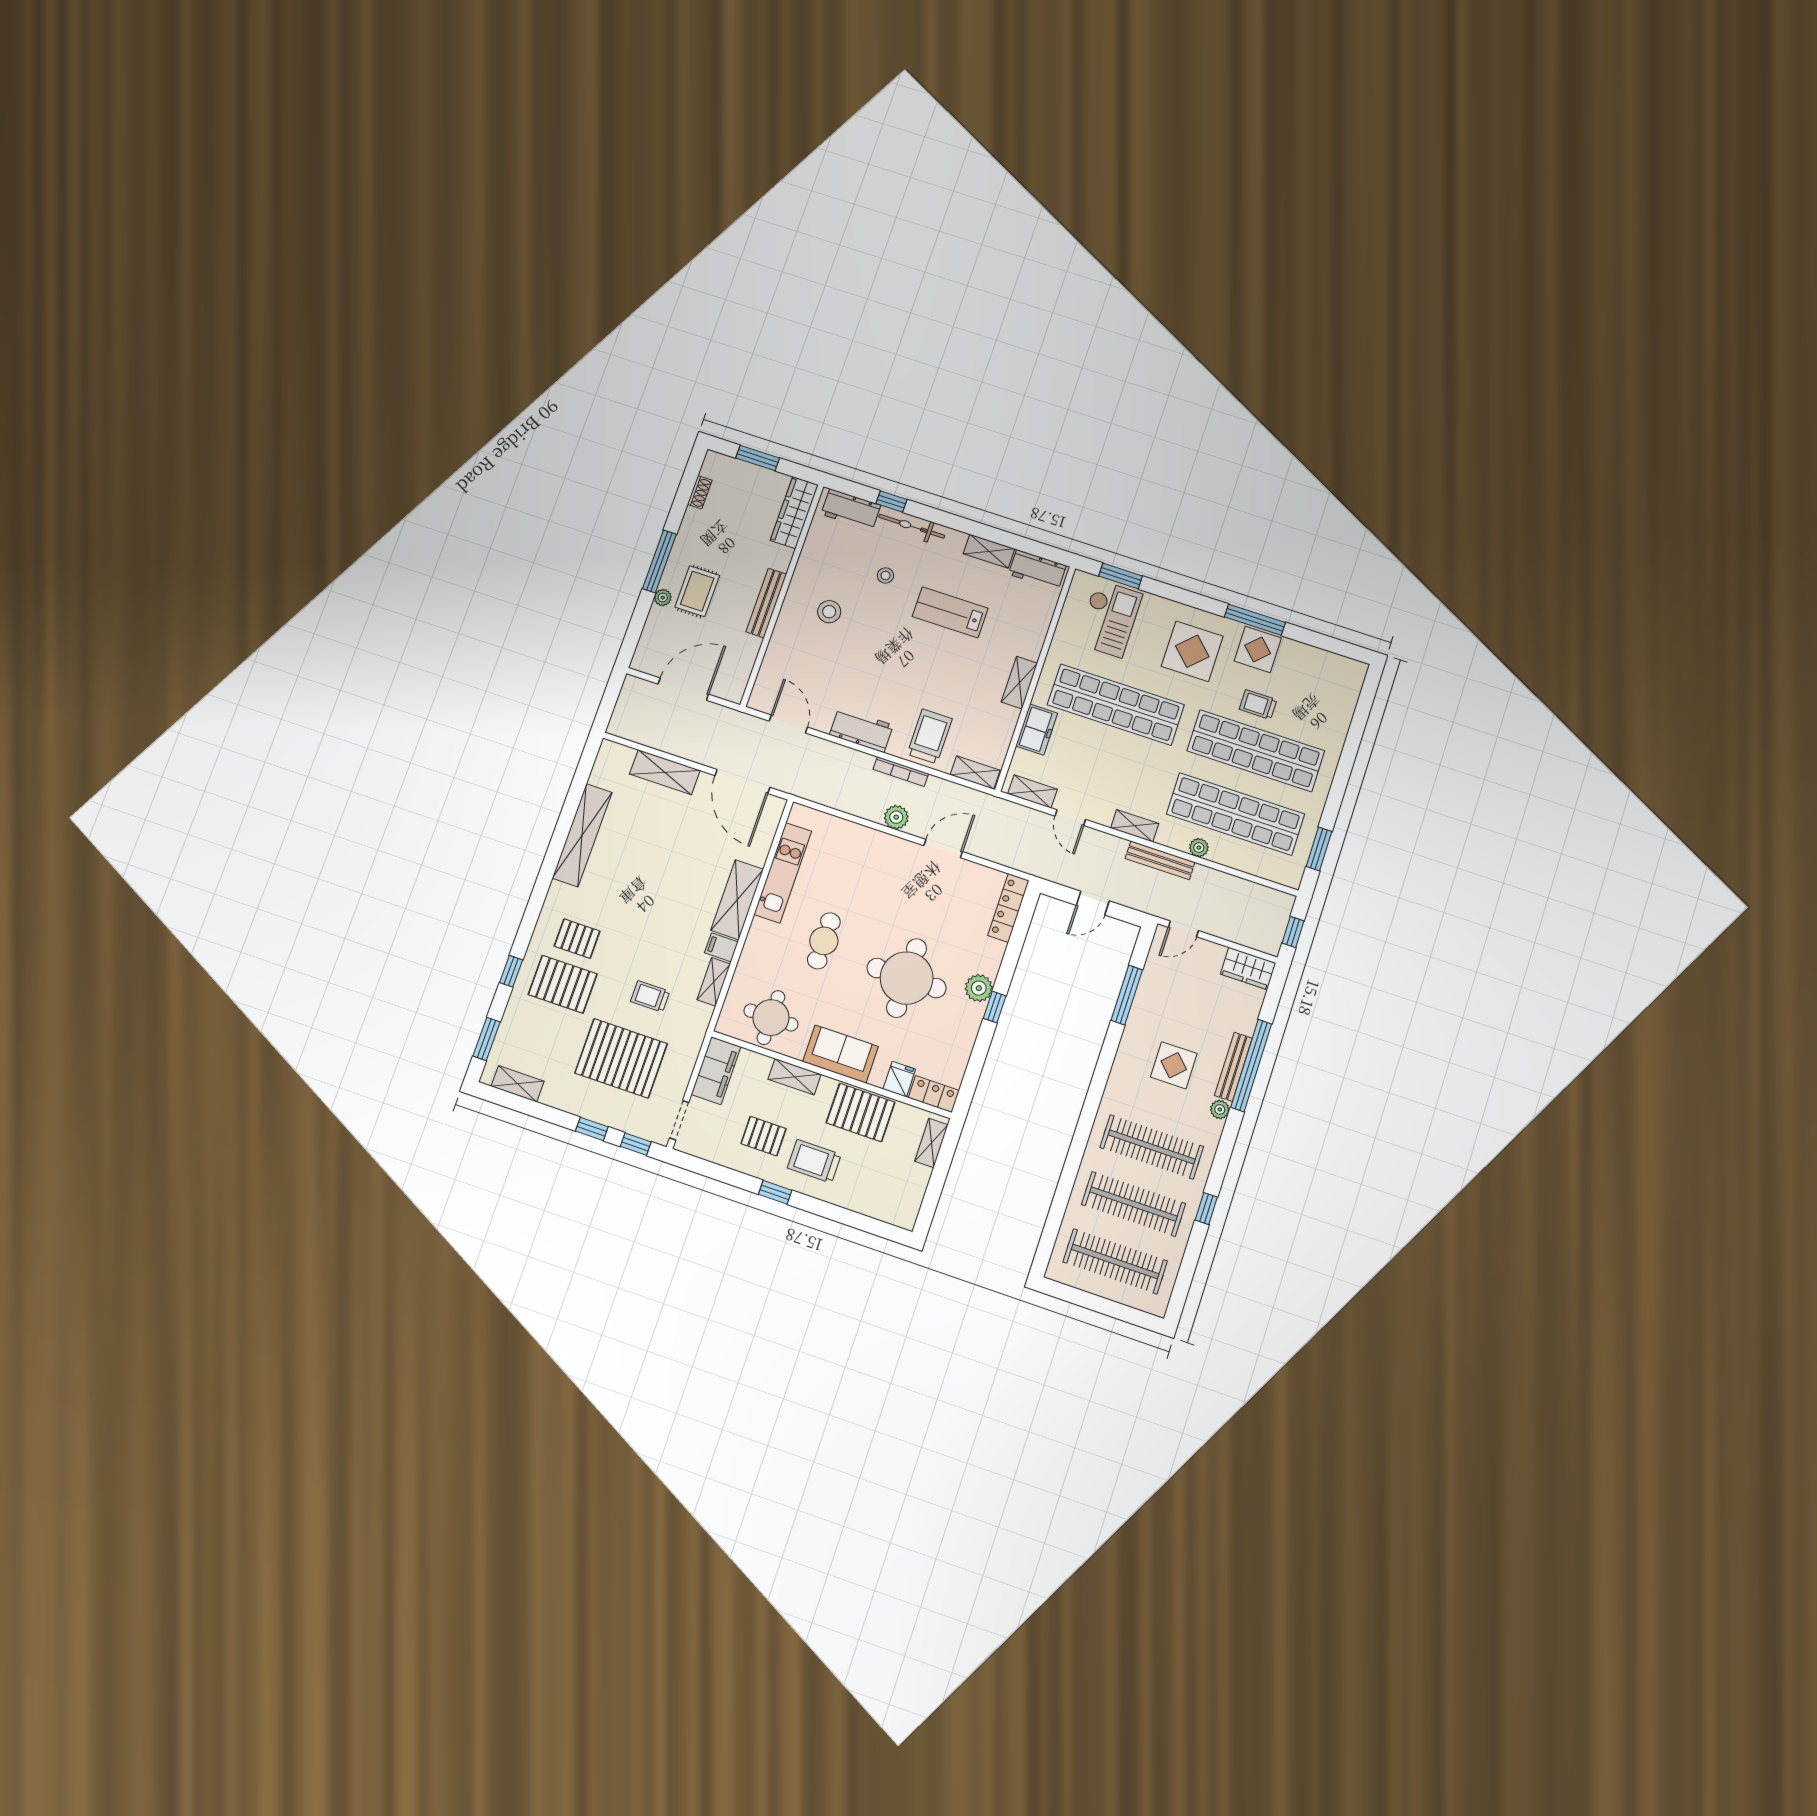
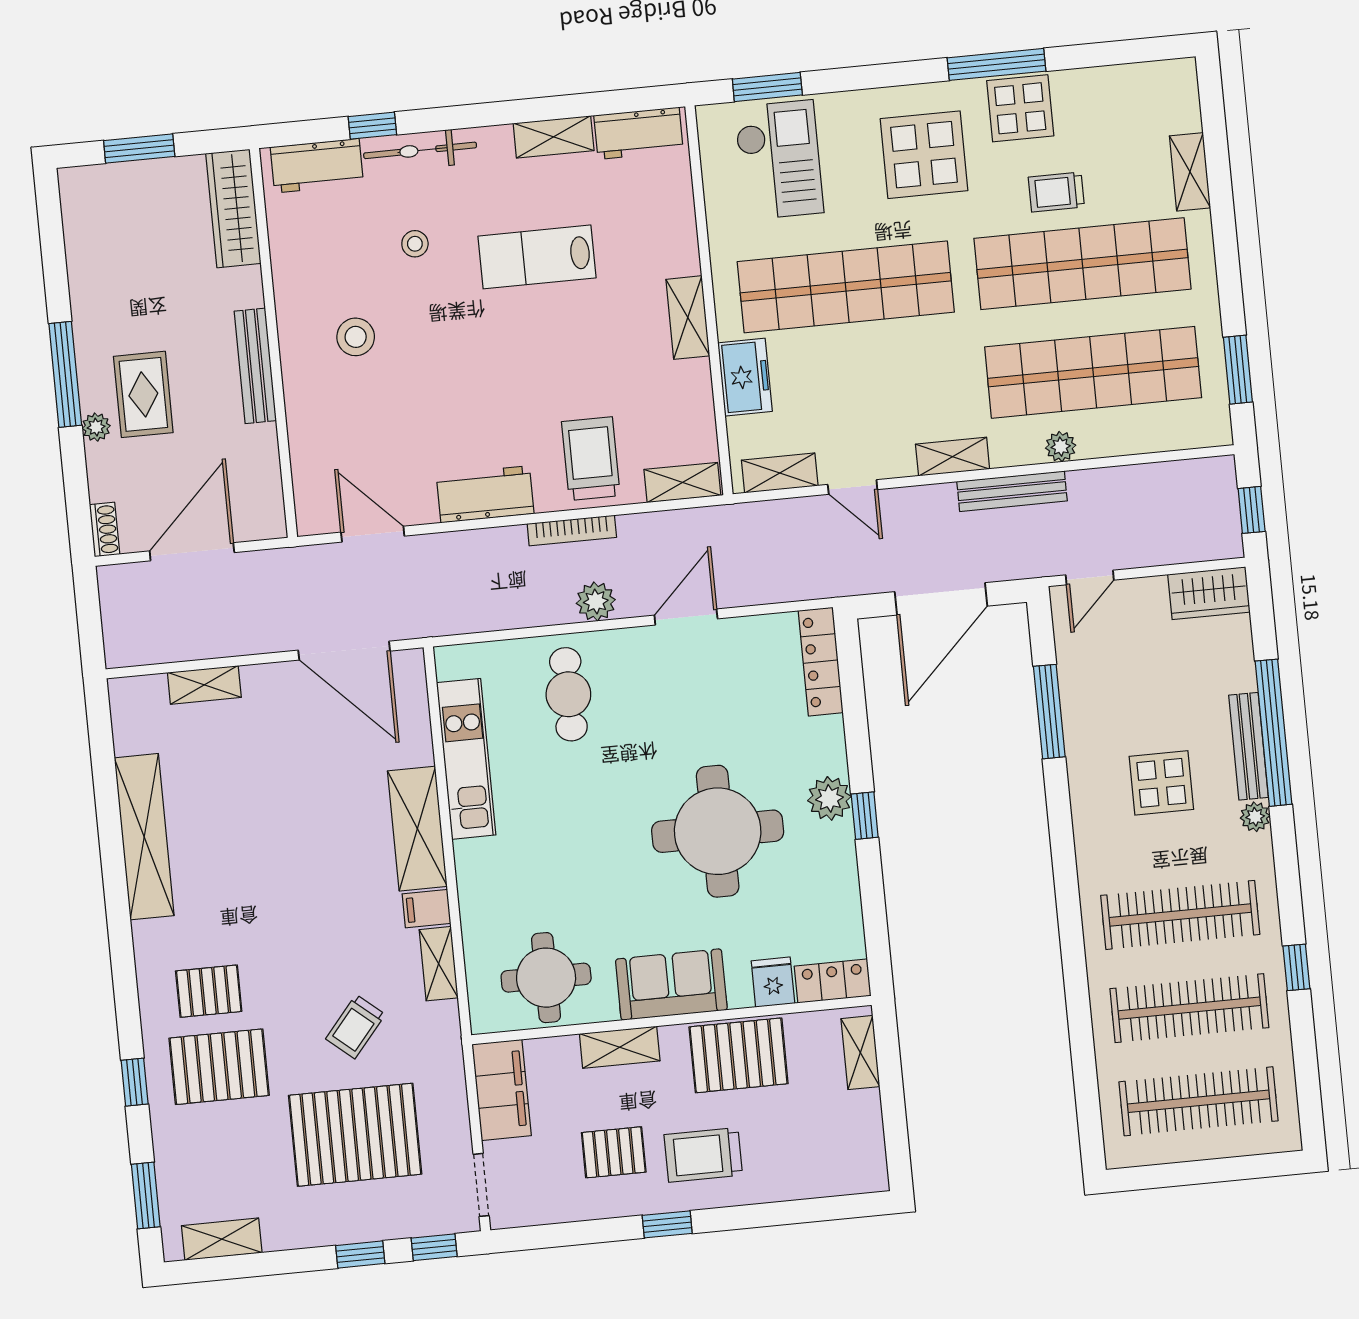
shoe rack: (700, 492) -> (105, 530), moved
shelving: (1339, 727) -> (1190, 172), added
shelving: (665, 772) -> (204, 685), width x0.67, depth x0.75
door: (1093, 903) -> (941, 599), width x1.88
cafe table: (824, 941) -> (568, 694), moved
trolley: (650, 996) -> (356, 1027), turned -50

